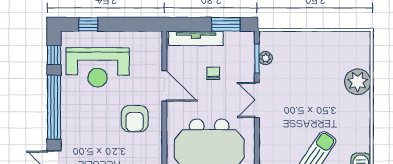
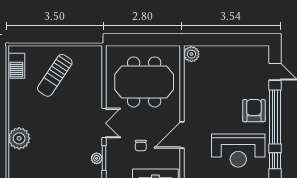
reception desk: (98, 67) -> (238, 151), turned 180
door: (164, 86) -> (182, 135), hinge flipped
armchair: (135, 119) -> (254, 111), moved

